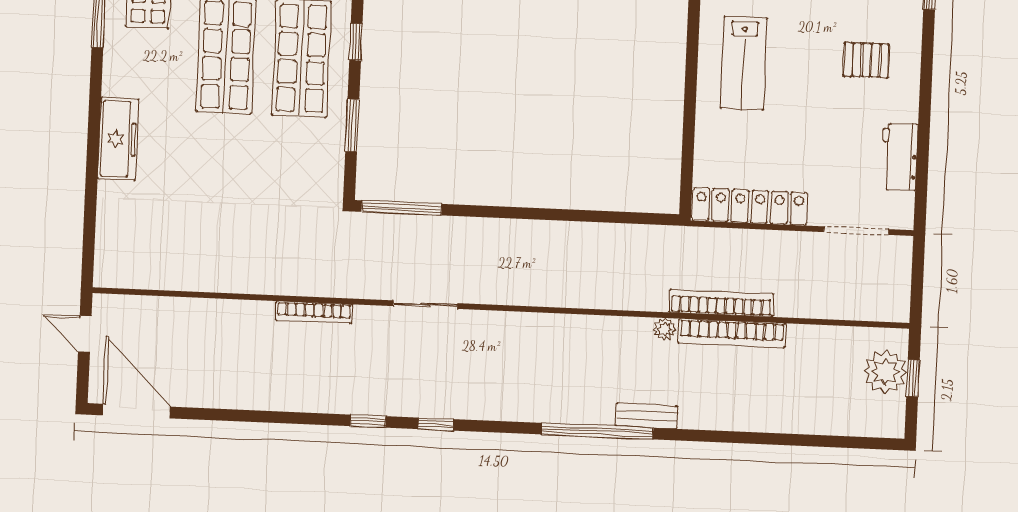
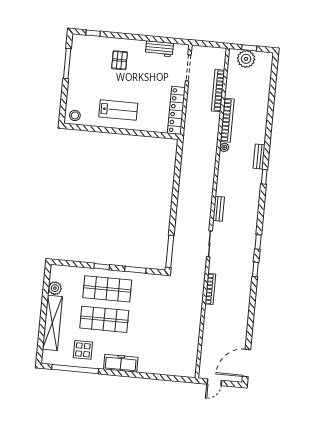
freezer: (118, 139) -> (121, 363), moved
bookcase: (721, 303) -> (218, 91), moved
bench: (513, 323) -> (219, 209), added
window: (597, 431) -> (264, 177), width x0.32

